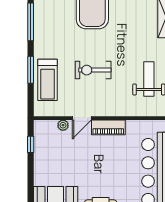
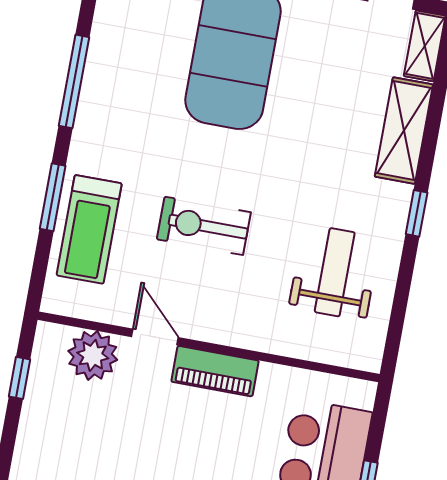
door: (82, 118) -> (155, 337), swing flipped
plant: (63, 125) -> (93, 355), width x1.88, depth x1.88

